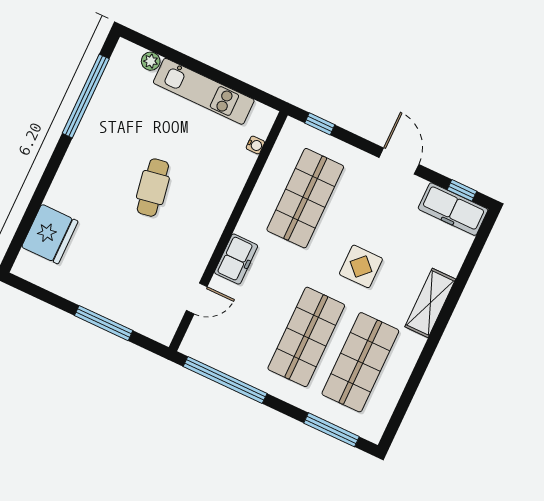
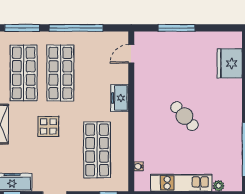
cafe table: (153, 188) -> (184, 116), turned -32
door: (197, 298) -> (131, 54), moved
window: (225, 380) -> (76, 28), moved

